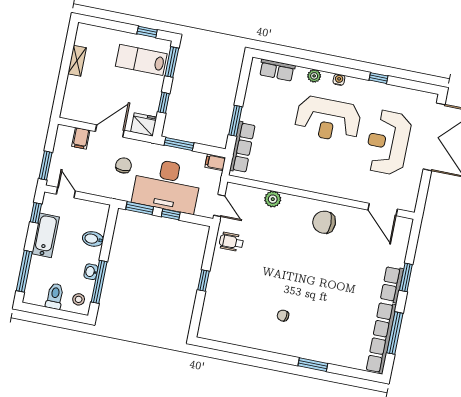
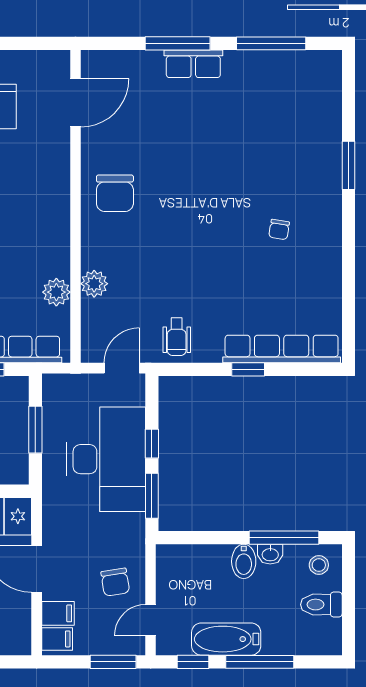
window: (179, 144) -> (35, 430), moved
filing cabinet: (215, 162) -> (57, 639), moved, turned -90
chair: (123, 165) -> (115, 582), moved, turned -99
plant: (272, 176) -> (56, 292), added
bidet: (93, 239) -> (244, 561), moved
window: (24, 271) -> (260, 662), moved
window: (406, 277) -> (178, 43), width x1.44
row of seats: (381, 338) -> (282, 349), moved, turned 180

